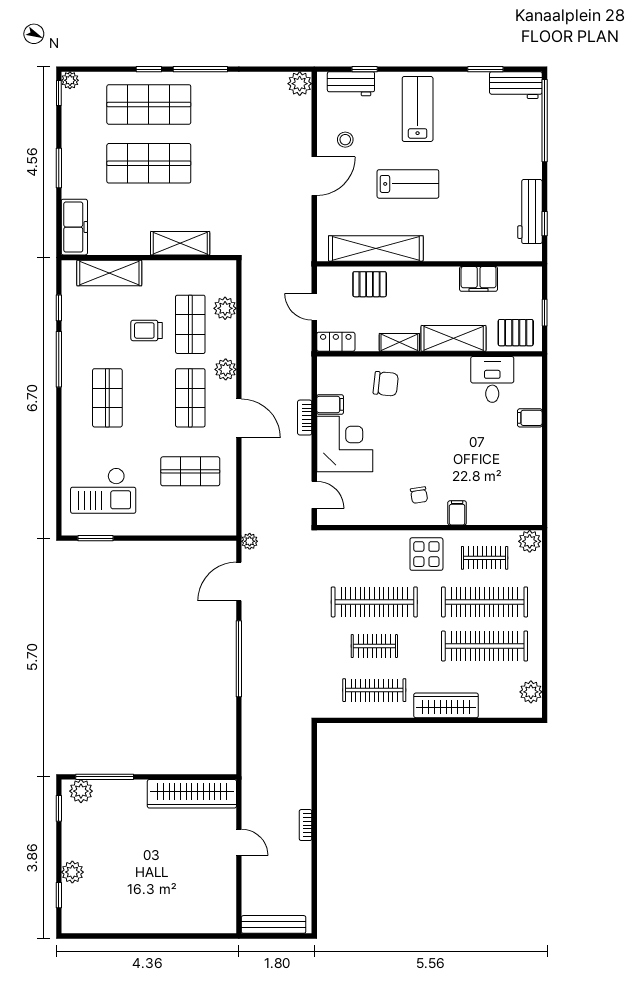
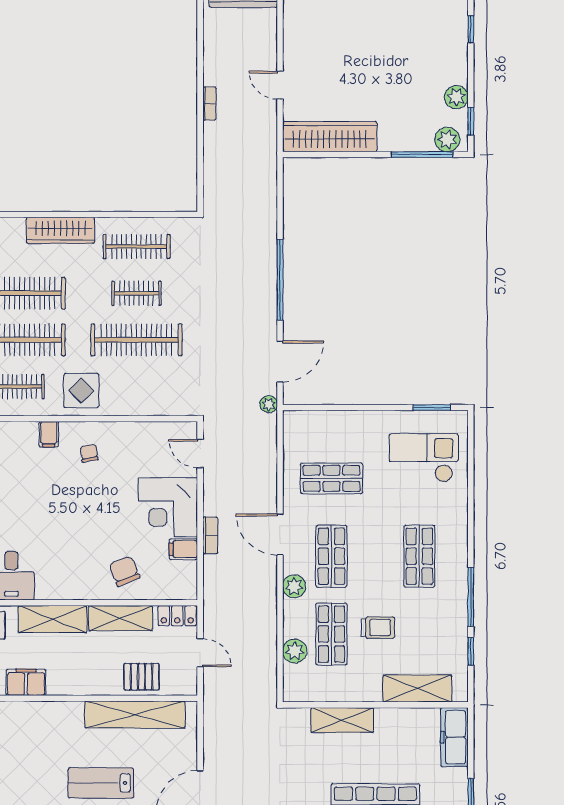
shelving: (399, 342) -> (120, 618), width x1.50, depth x1.33
chair: (386, 384) -> (124, 571), turned 62
plant: (72, 872) -> (456, 97), moved

